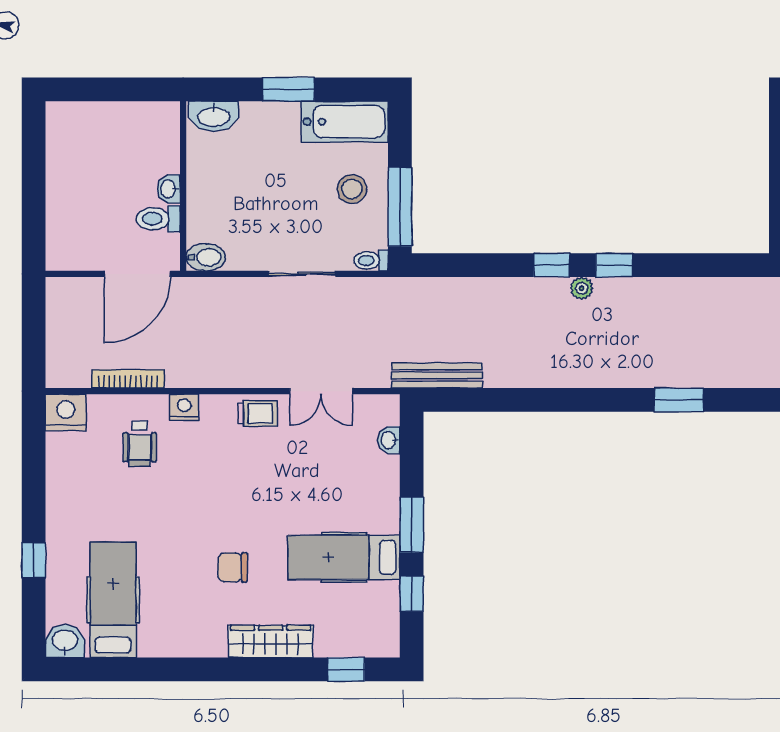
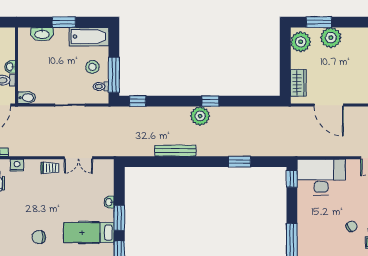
washbasin: (214, 116) -> (42, 34), moved
toilet: (371, 260) -> (101, 86), moved
window: (552, 265) -> (138, 101), moved
plant: (582, 288) -> (200, 116), width x1.88, depth x1.88
bench: (437, 376) -> (175, 151), moved
washbasin: (389, 440) -> (109, 202), moved

